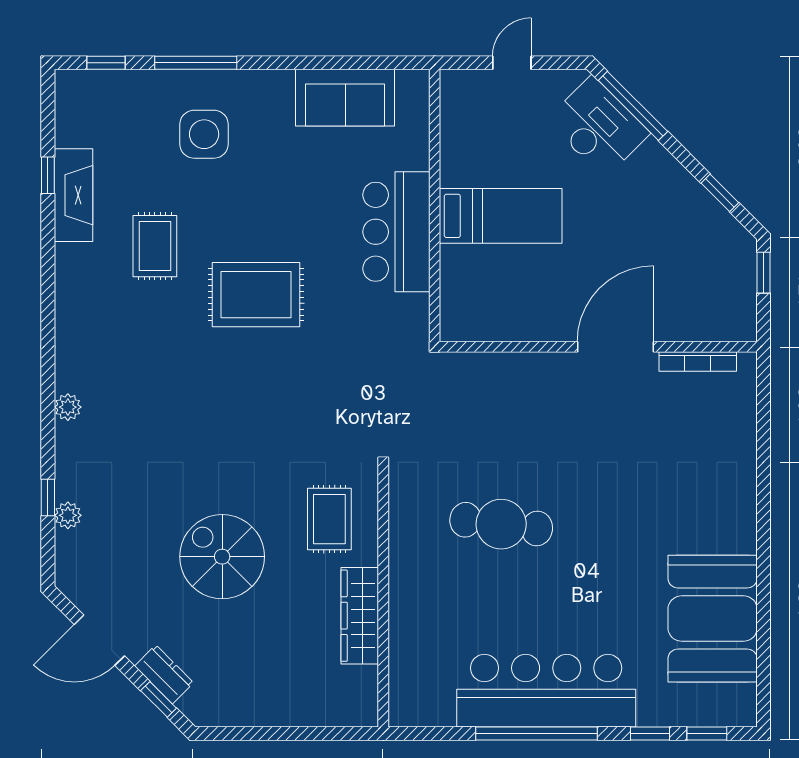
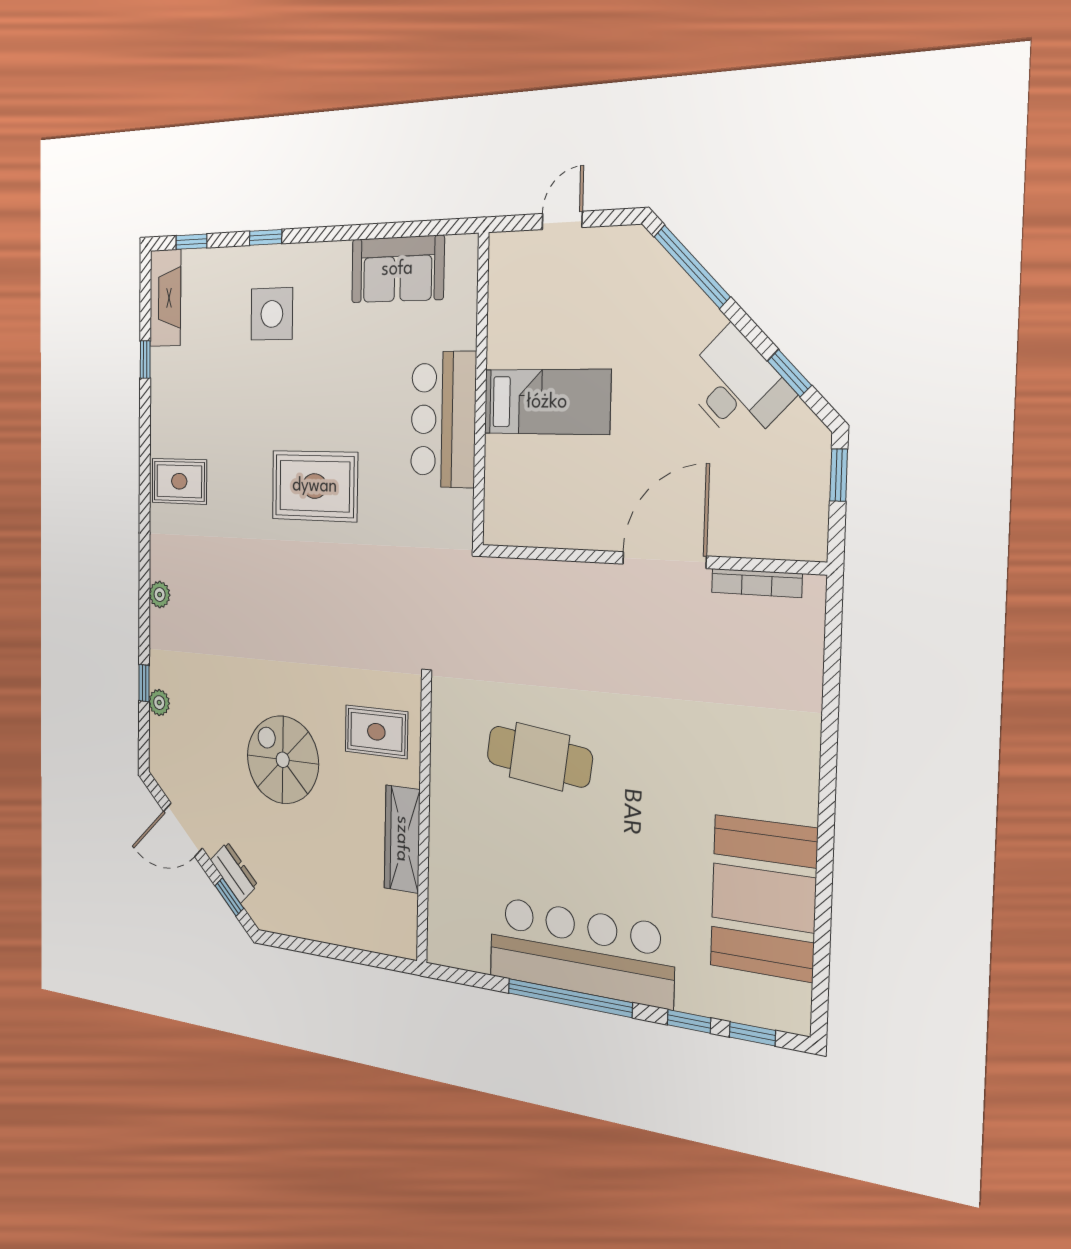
window: (196, 63) -> (266, 237), width x0.46
desk: (598, 127) -> (736, 387), moved
fireplace: (73, 195) -> (165, 298), moved
rug: (155, 246) -> (179, 481), moved, turned 90
rug: (329, 519) -> (376, 732), turned 90

